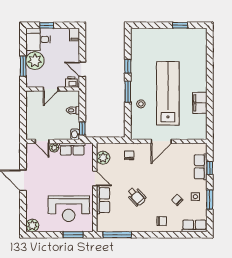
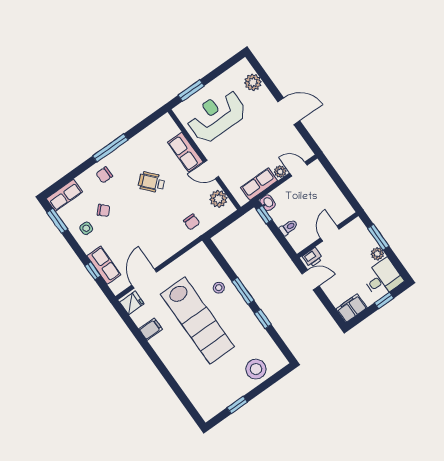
filing cabinet: (75, 35) -> (351, 308), width x2.00
stool: (153, 39) -> (256, 369), added
plant: (35, 61) -> (377, 254), width x0.53, depth x0.53
filing cabinet: (200, 103) -> (151, 329), width x0.50
fridge: (200, 132) -> (132, 303), added
door: (161, 141) -> (144, 279), moved
window: (210, 200) -> (57, 221), moved
plant: (32, 226) -> (253, 82), moved
window: (117, 235) -> (110, 148), moved

